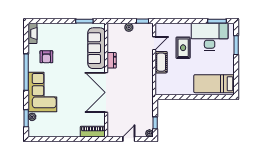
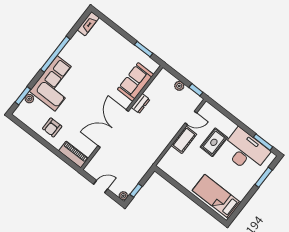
sofa: (97, 48) -> (135, 82), width x0.73
armchair: (46, 57) -> (52, 127), moved

